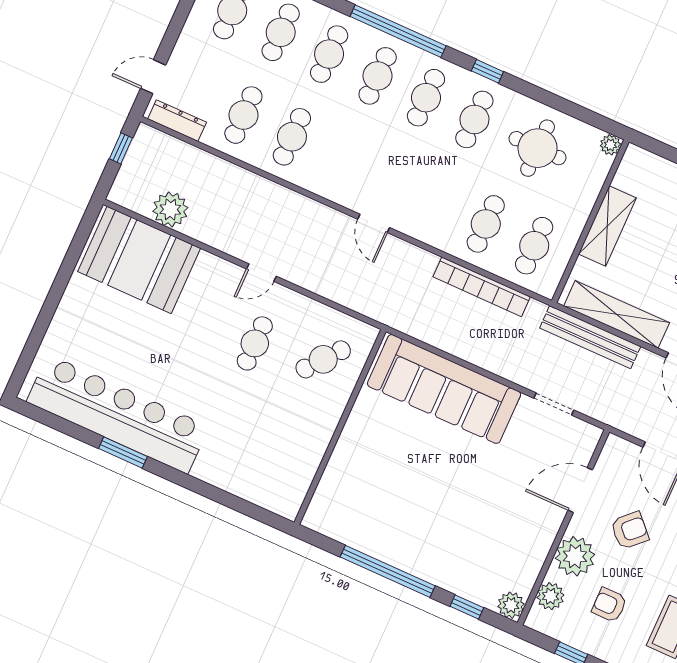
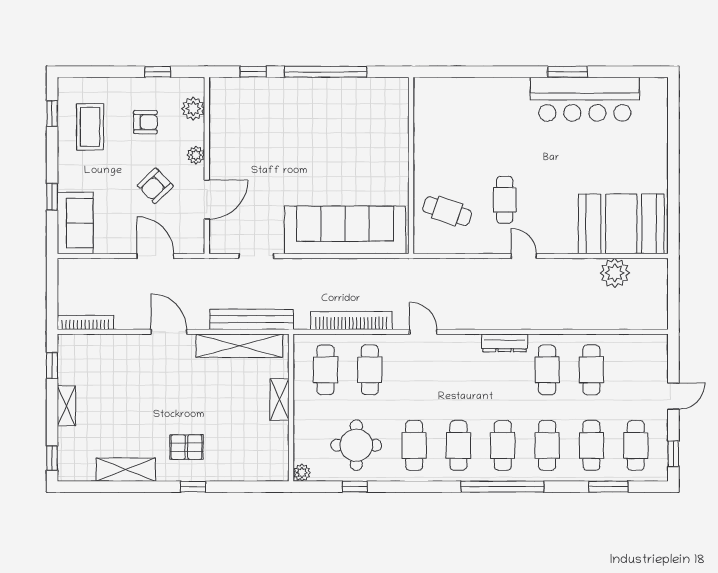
window: (487, 71) -> (355, 487), moved
door: (153, 77) -> (673, 396), moved
dresser: (177, 121) -> (505, 343), moved
window: (121, 148) -> (673, 302), removed
door: (374, 223) -> (423, 332), moved
shelving: (607, 226) -> (280, 399), width x0.67, depth x0.75
door: (261, 273) -> (524, 256), hinge flipped
cafe table: (323, 359) -> (447, 211), turned 70
bar counter: (118, 414) -> (585, 99), width x0.73
plant: (575, 556) -> (196, 155), width x0.53, depth x0.53
plant: (511, 605) -> (220, 88), removed

